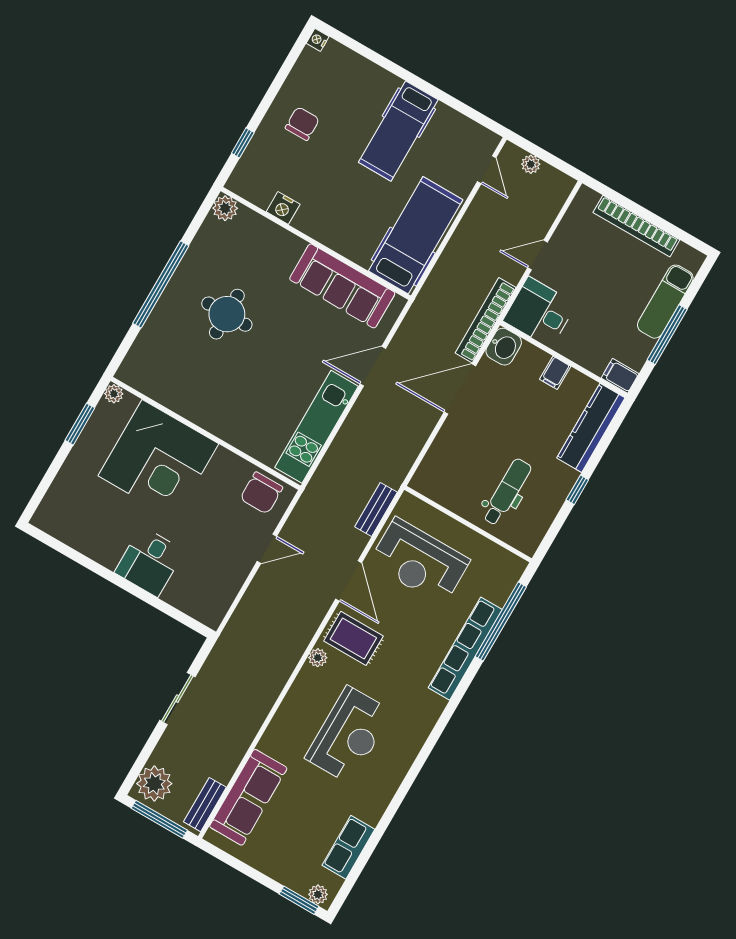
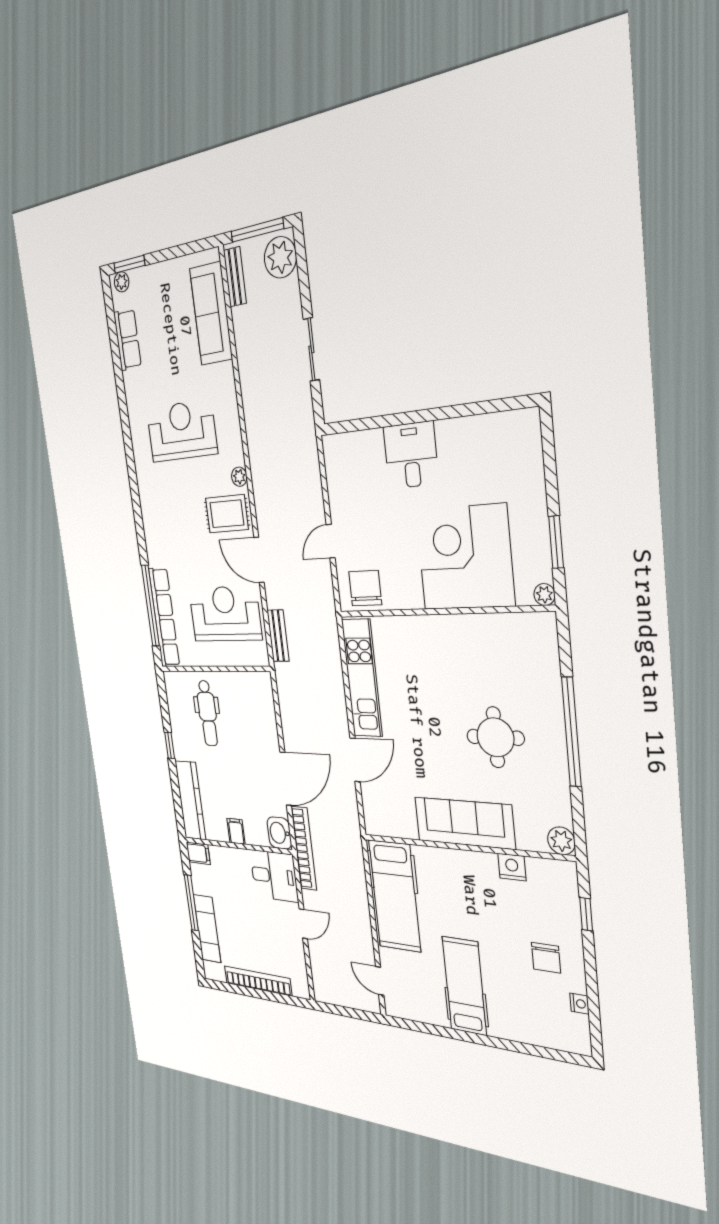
nightstand: (318, 40) -> (579, 1004), moved
plant: (531, 164) -> (353, 1000), removed
sofa: (342, 286) -> (464, 823), moved
row of seats: (465, 649) -> (164, 617), moved
reception desk: (349, 735) -> (182, 431), turned 90

